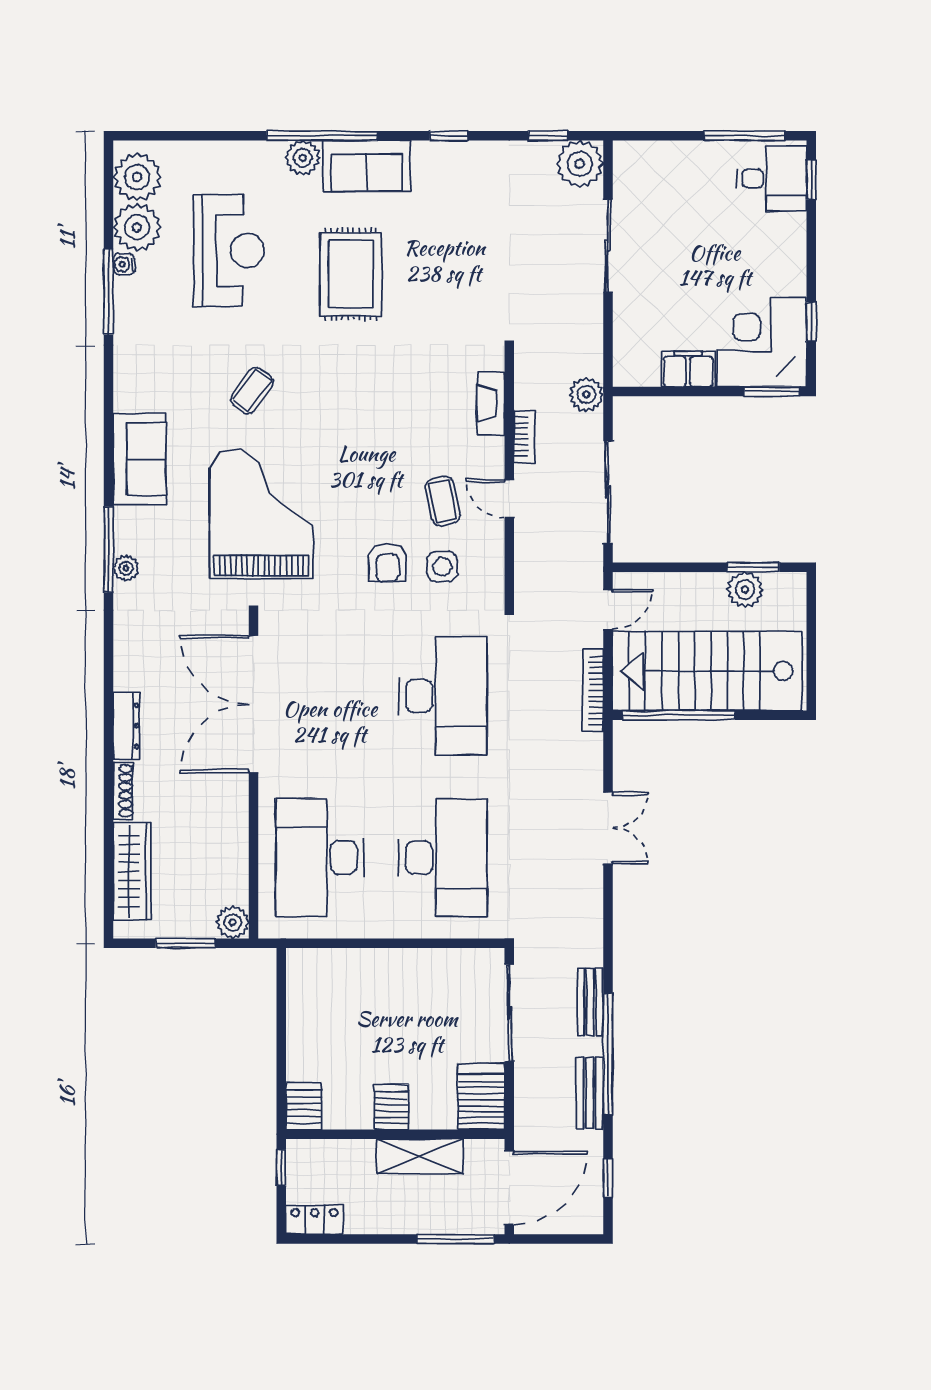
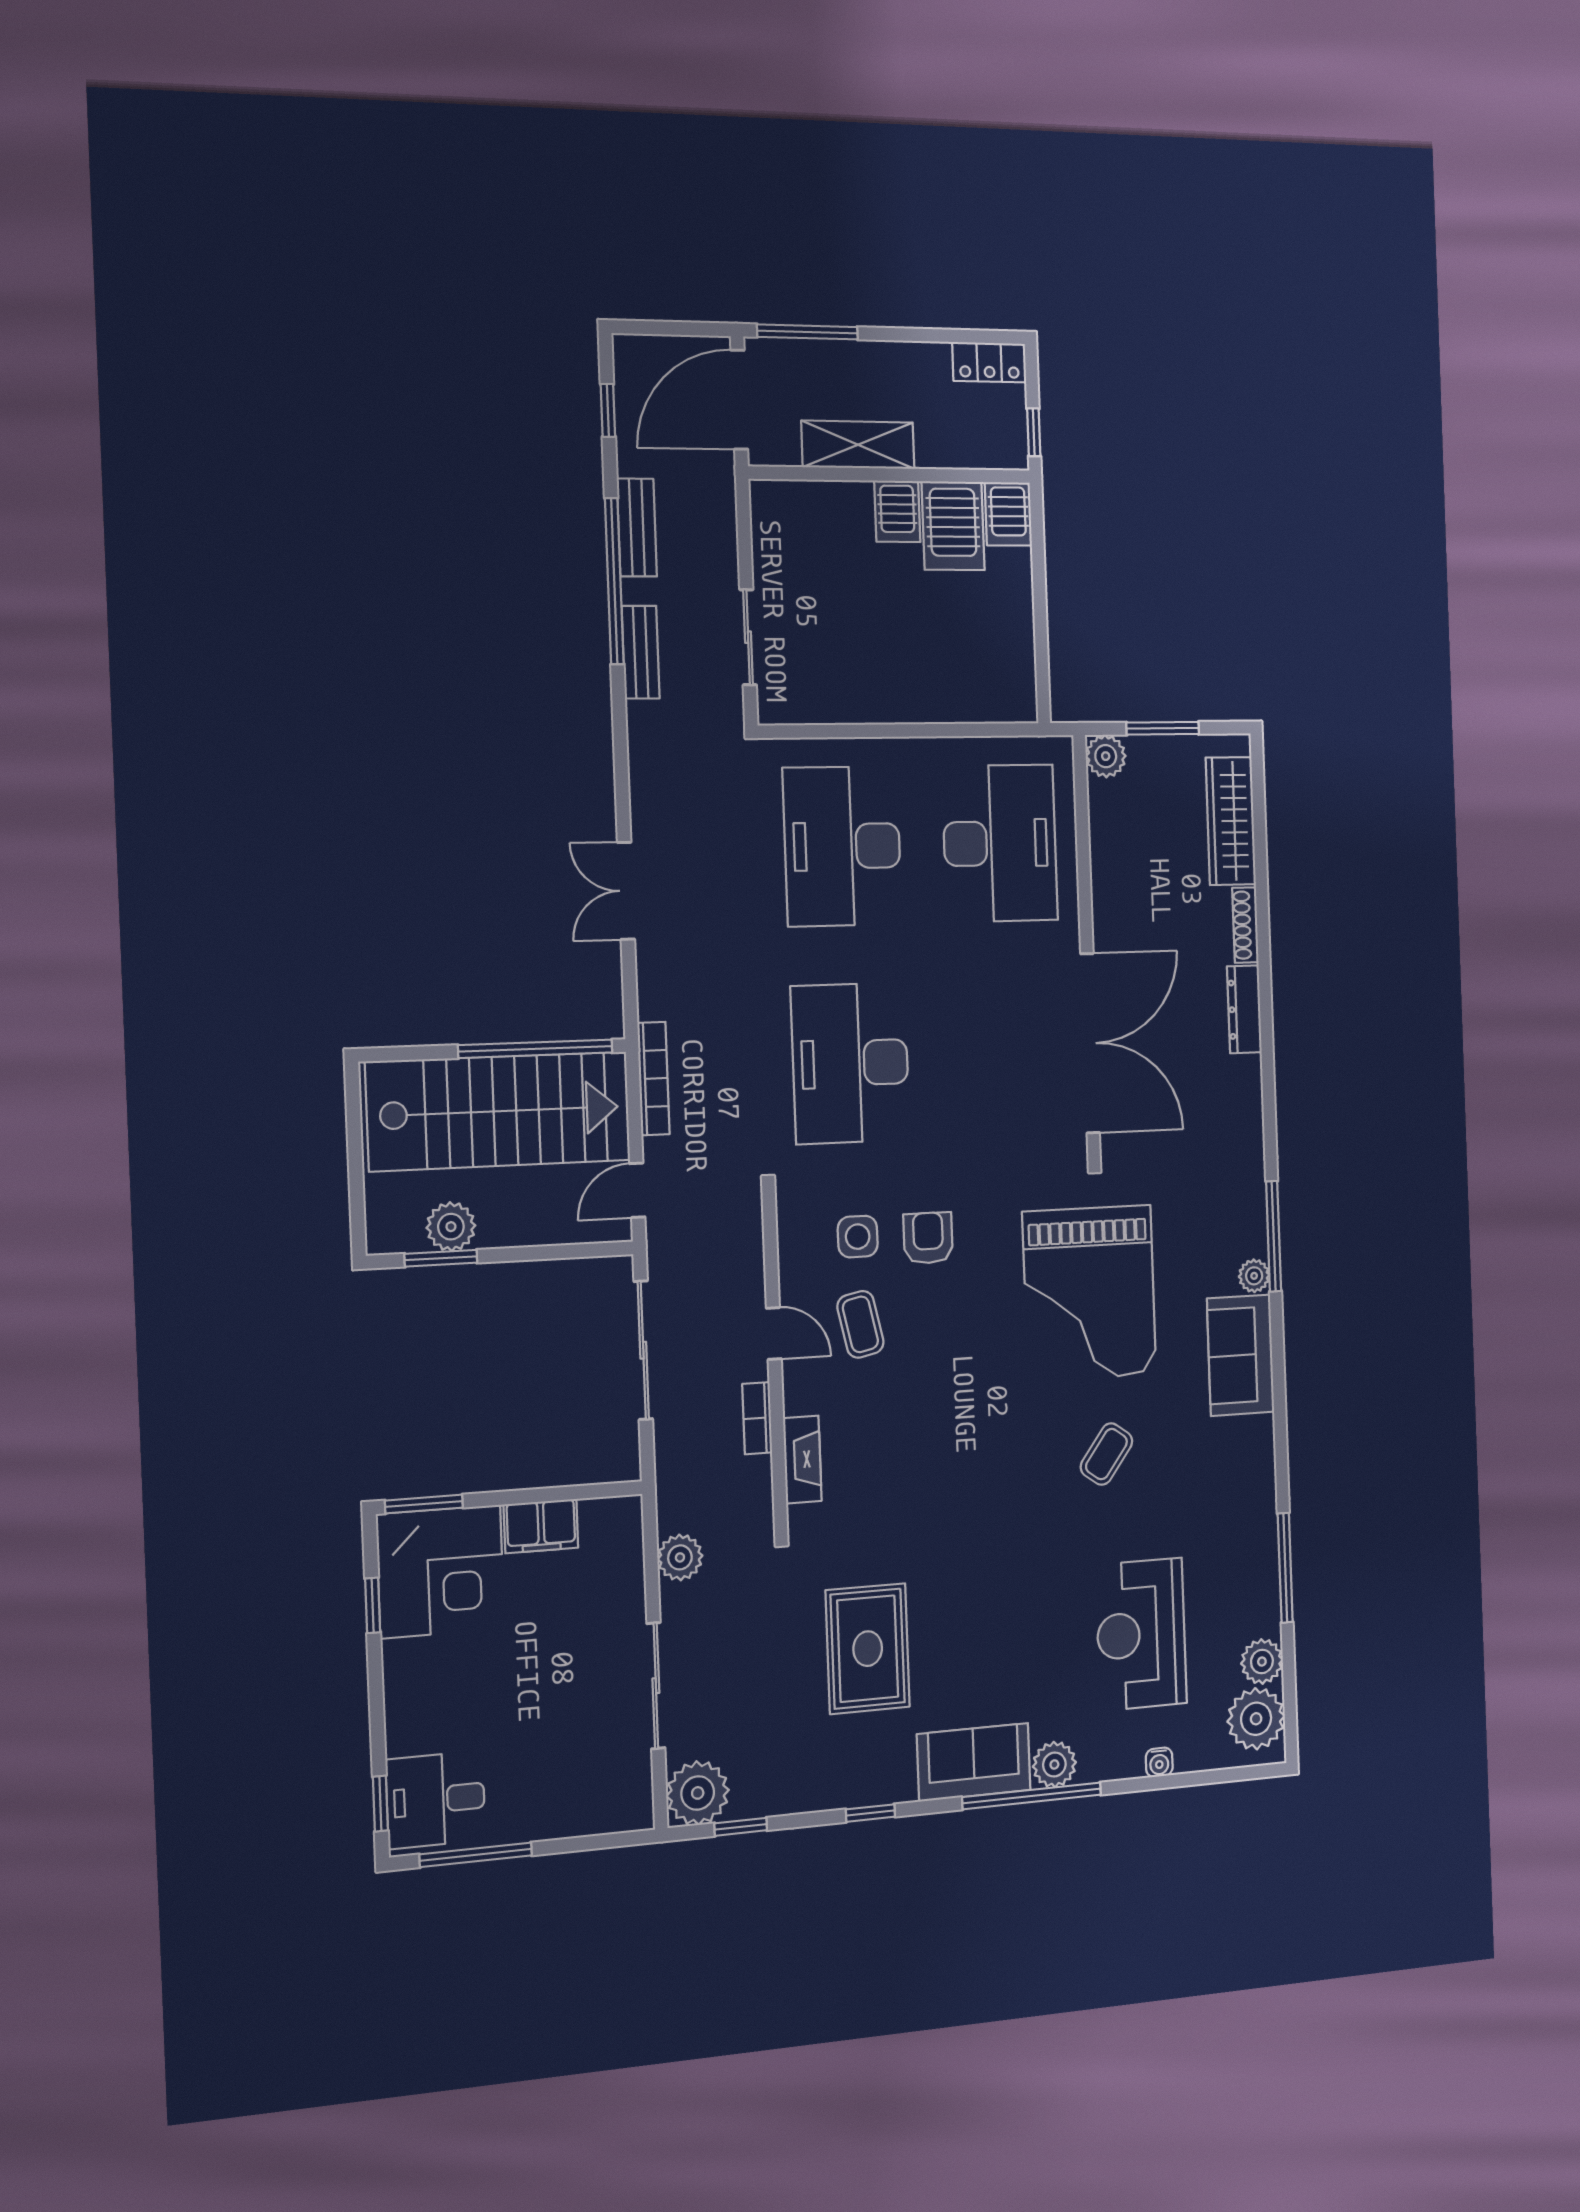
plant: (137, 227) -> (1262, 1662), width x0.73, depth x0.73
water cooler: (124, 264) -> (1159, 1762), moved, turned 90
rug: (351, 274) -> (868, 1649), moved
plant: (586, 395) -> (680, 1557), moved
plant: (126, 568) -> (1254, 1276), moved
sliding door: (509, 1013) -> (748, 637), width x0.73
server rack: (481, 1097) -> (953, 526), moved

